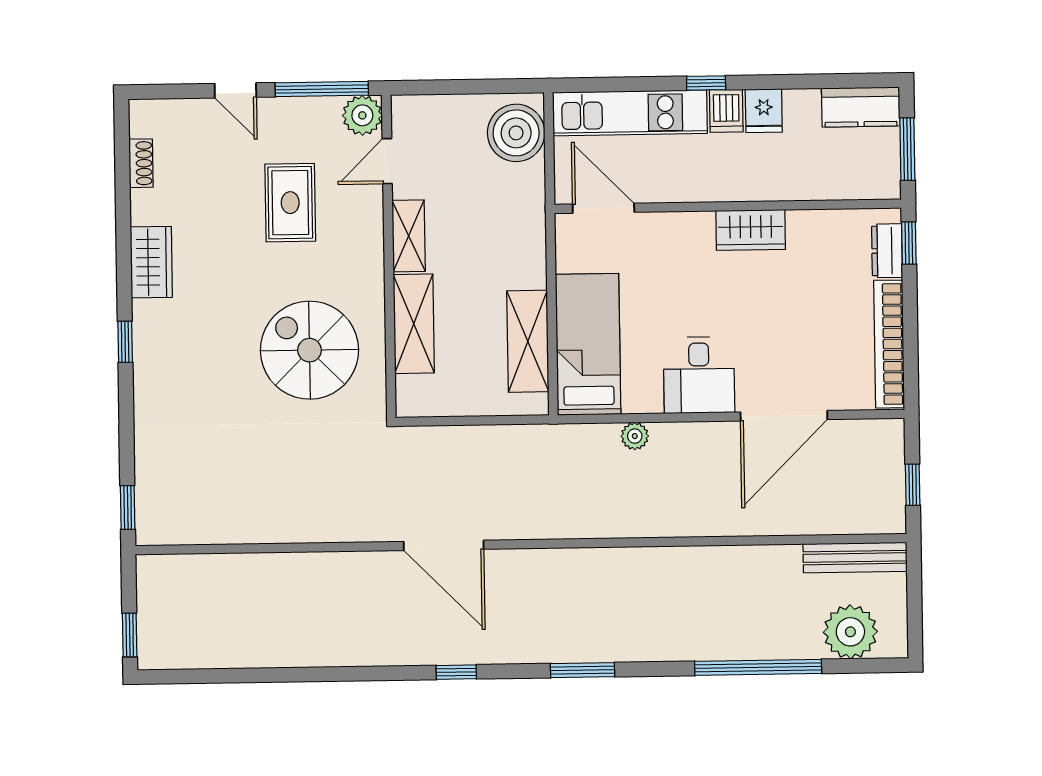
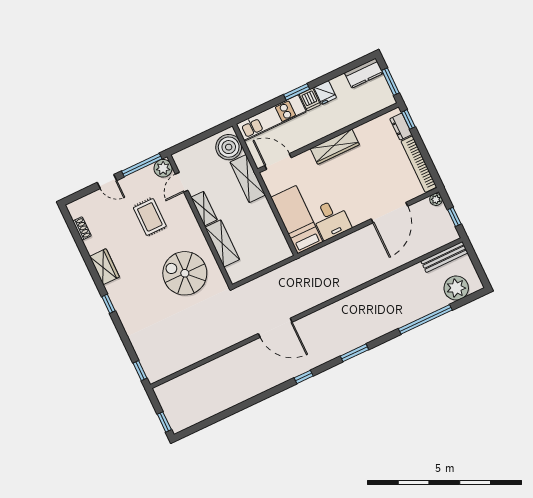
window: (706, 83) -> (297, 92), width x1.50
wardrobe: (751, 230) -> (335, 147), width x1.50
shelving: (528, 341) -> (248, 179), moved
desk: (699, 375) -> (331, 219), moved
plant: (635, 436) -> (436, 199), moved

